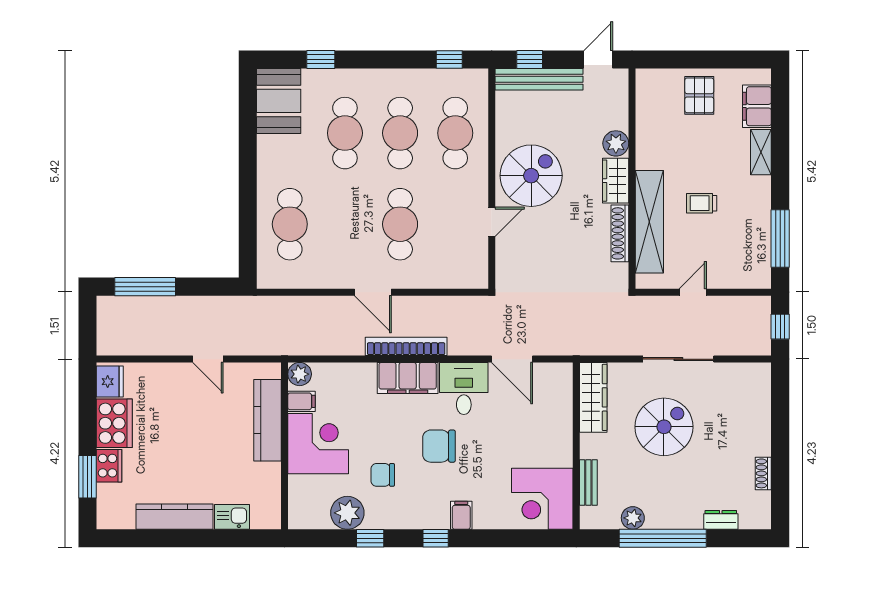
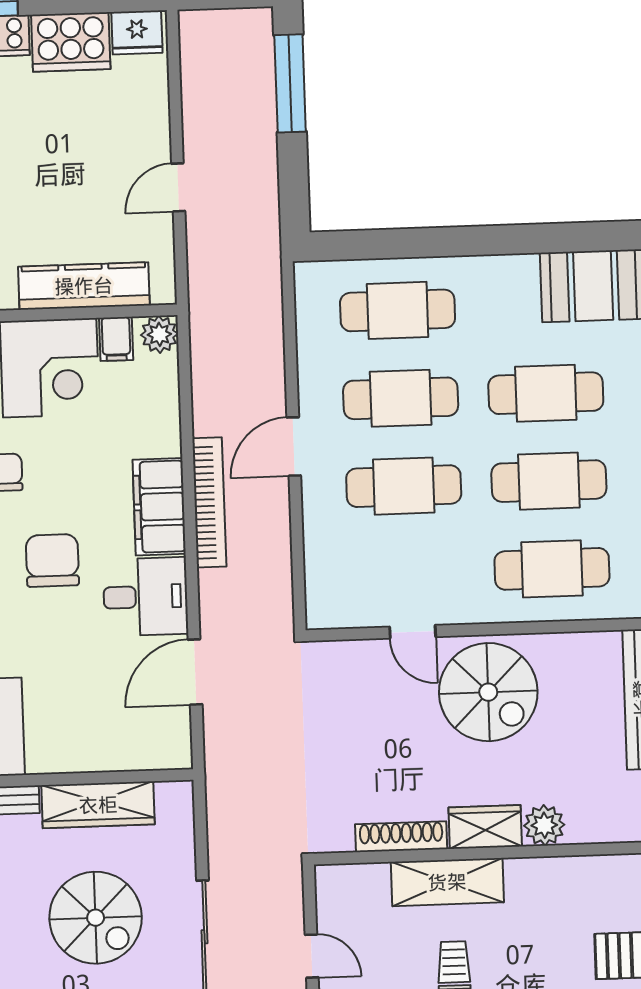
shelving: (649, 222) -> (447, 882), width x0.68
cafe table: (345, 224) -> (401, 398), added
wardrobe: (593, 397) -> (98, 805), moved

